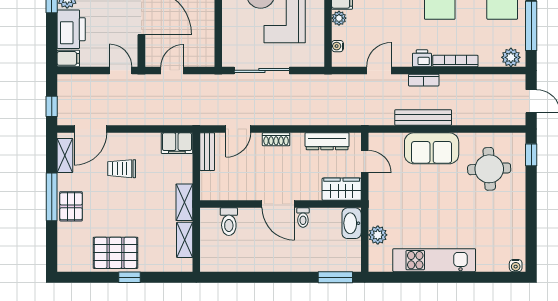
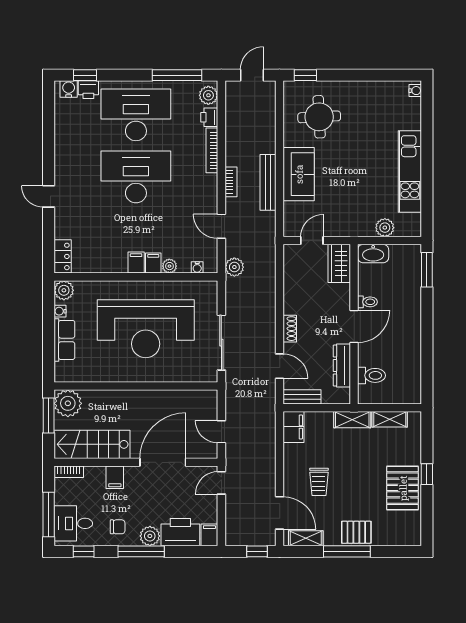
printer: (422, 58) -> (209, 117), moved
plant: (338, 84) -> (234, 267), added
dresser: (327, 141) -> (342, 366), moved, turned 180

